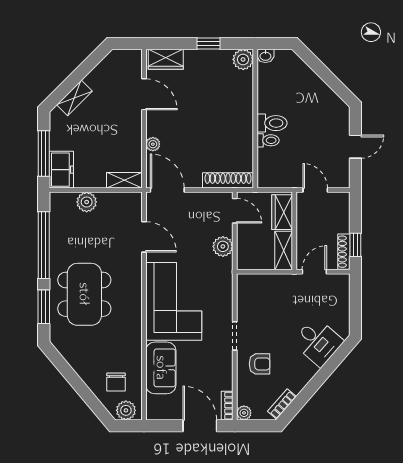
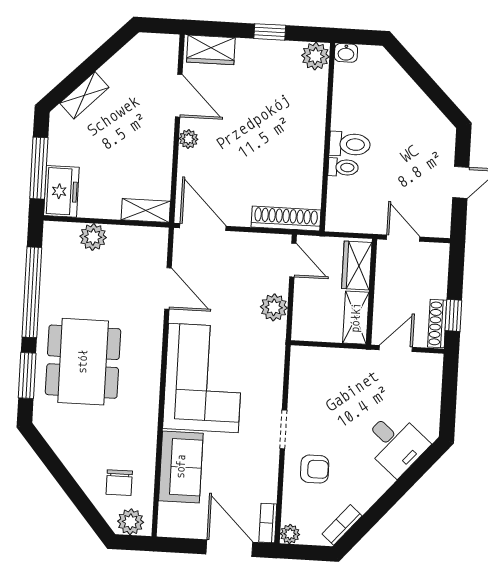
plant: (153, 144) -> (188, 139), moved

